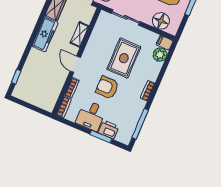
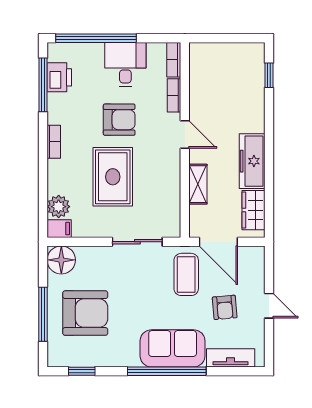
floor lamp: (161, 21) -> (61, 260), moved
printer: (109, 130) -> (59, 77), moved, turned -90
window: (101, 137) -> (96, 38), width x2.11

